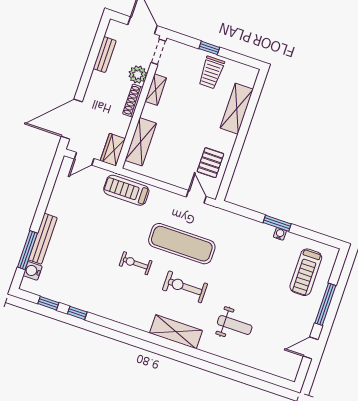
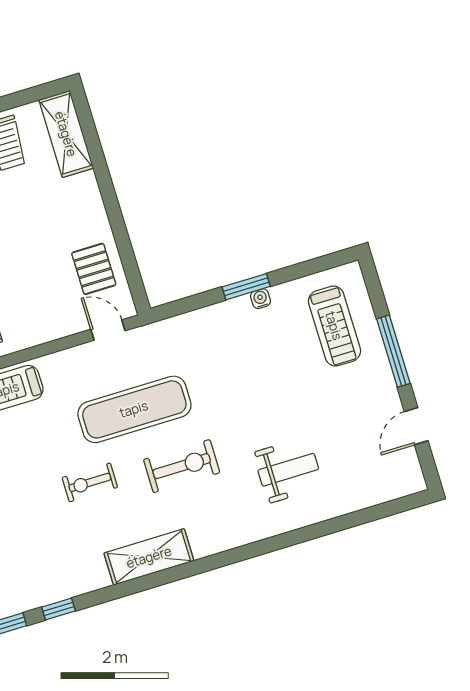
shelving: (237, 109) -> (66, 134), moved
exercise bike: (185, 287) -> (182, 466), turned 180
shelving: (176, 332) -> (149, 557), moved

